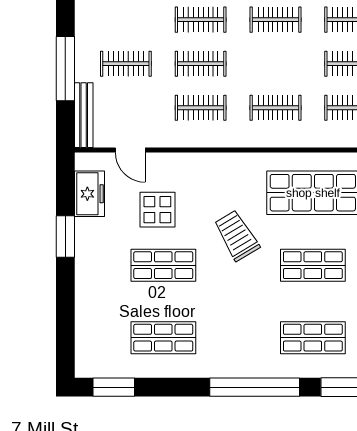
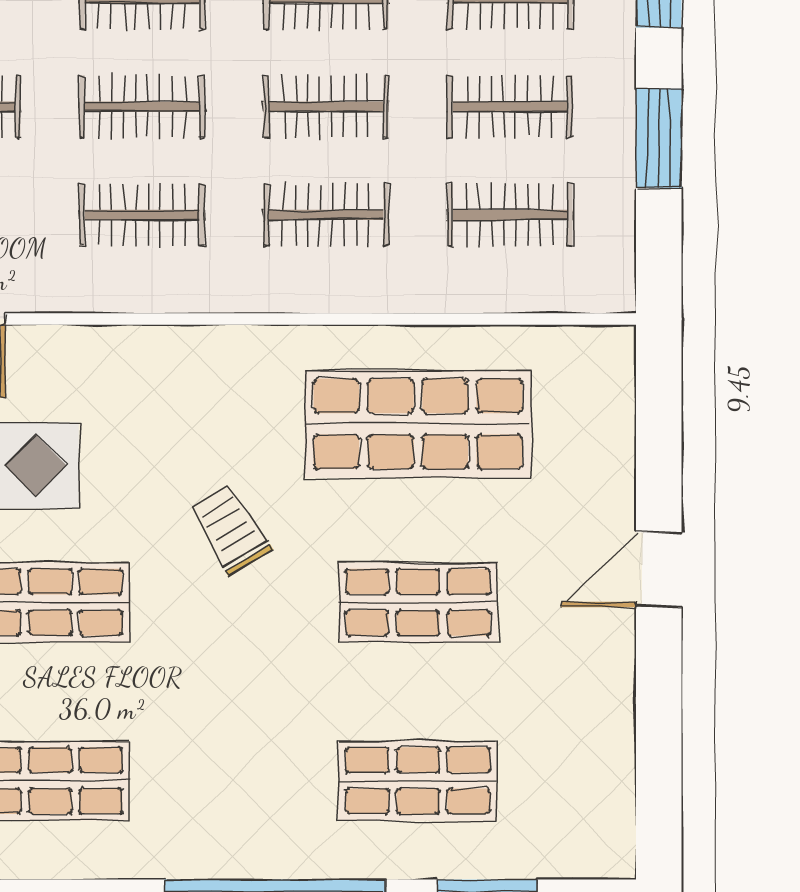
clothes rail: (275, 64) -> (326, 107), added
trolley: (237, 236) -> (231, 529), width x0.73, depth x0.72

